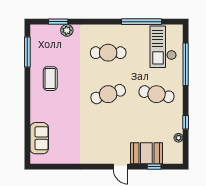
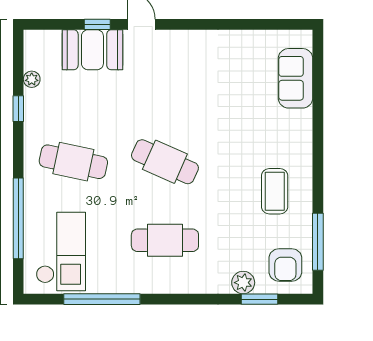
armchair: (45, 40) -> (285, 265), added
cafe table: (108, 94) -> (165, 162), turned 42
window: (154, 167) -> (97, 24), moved

